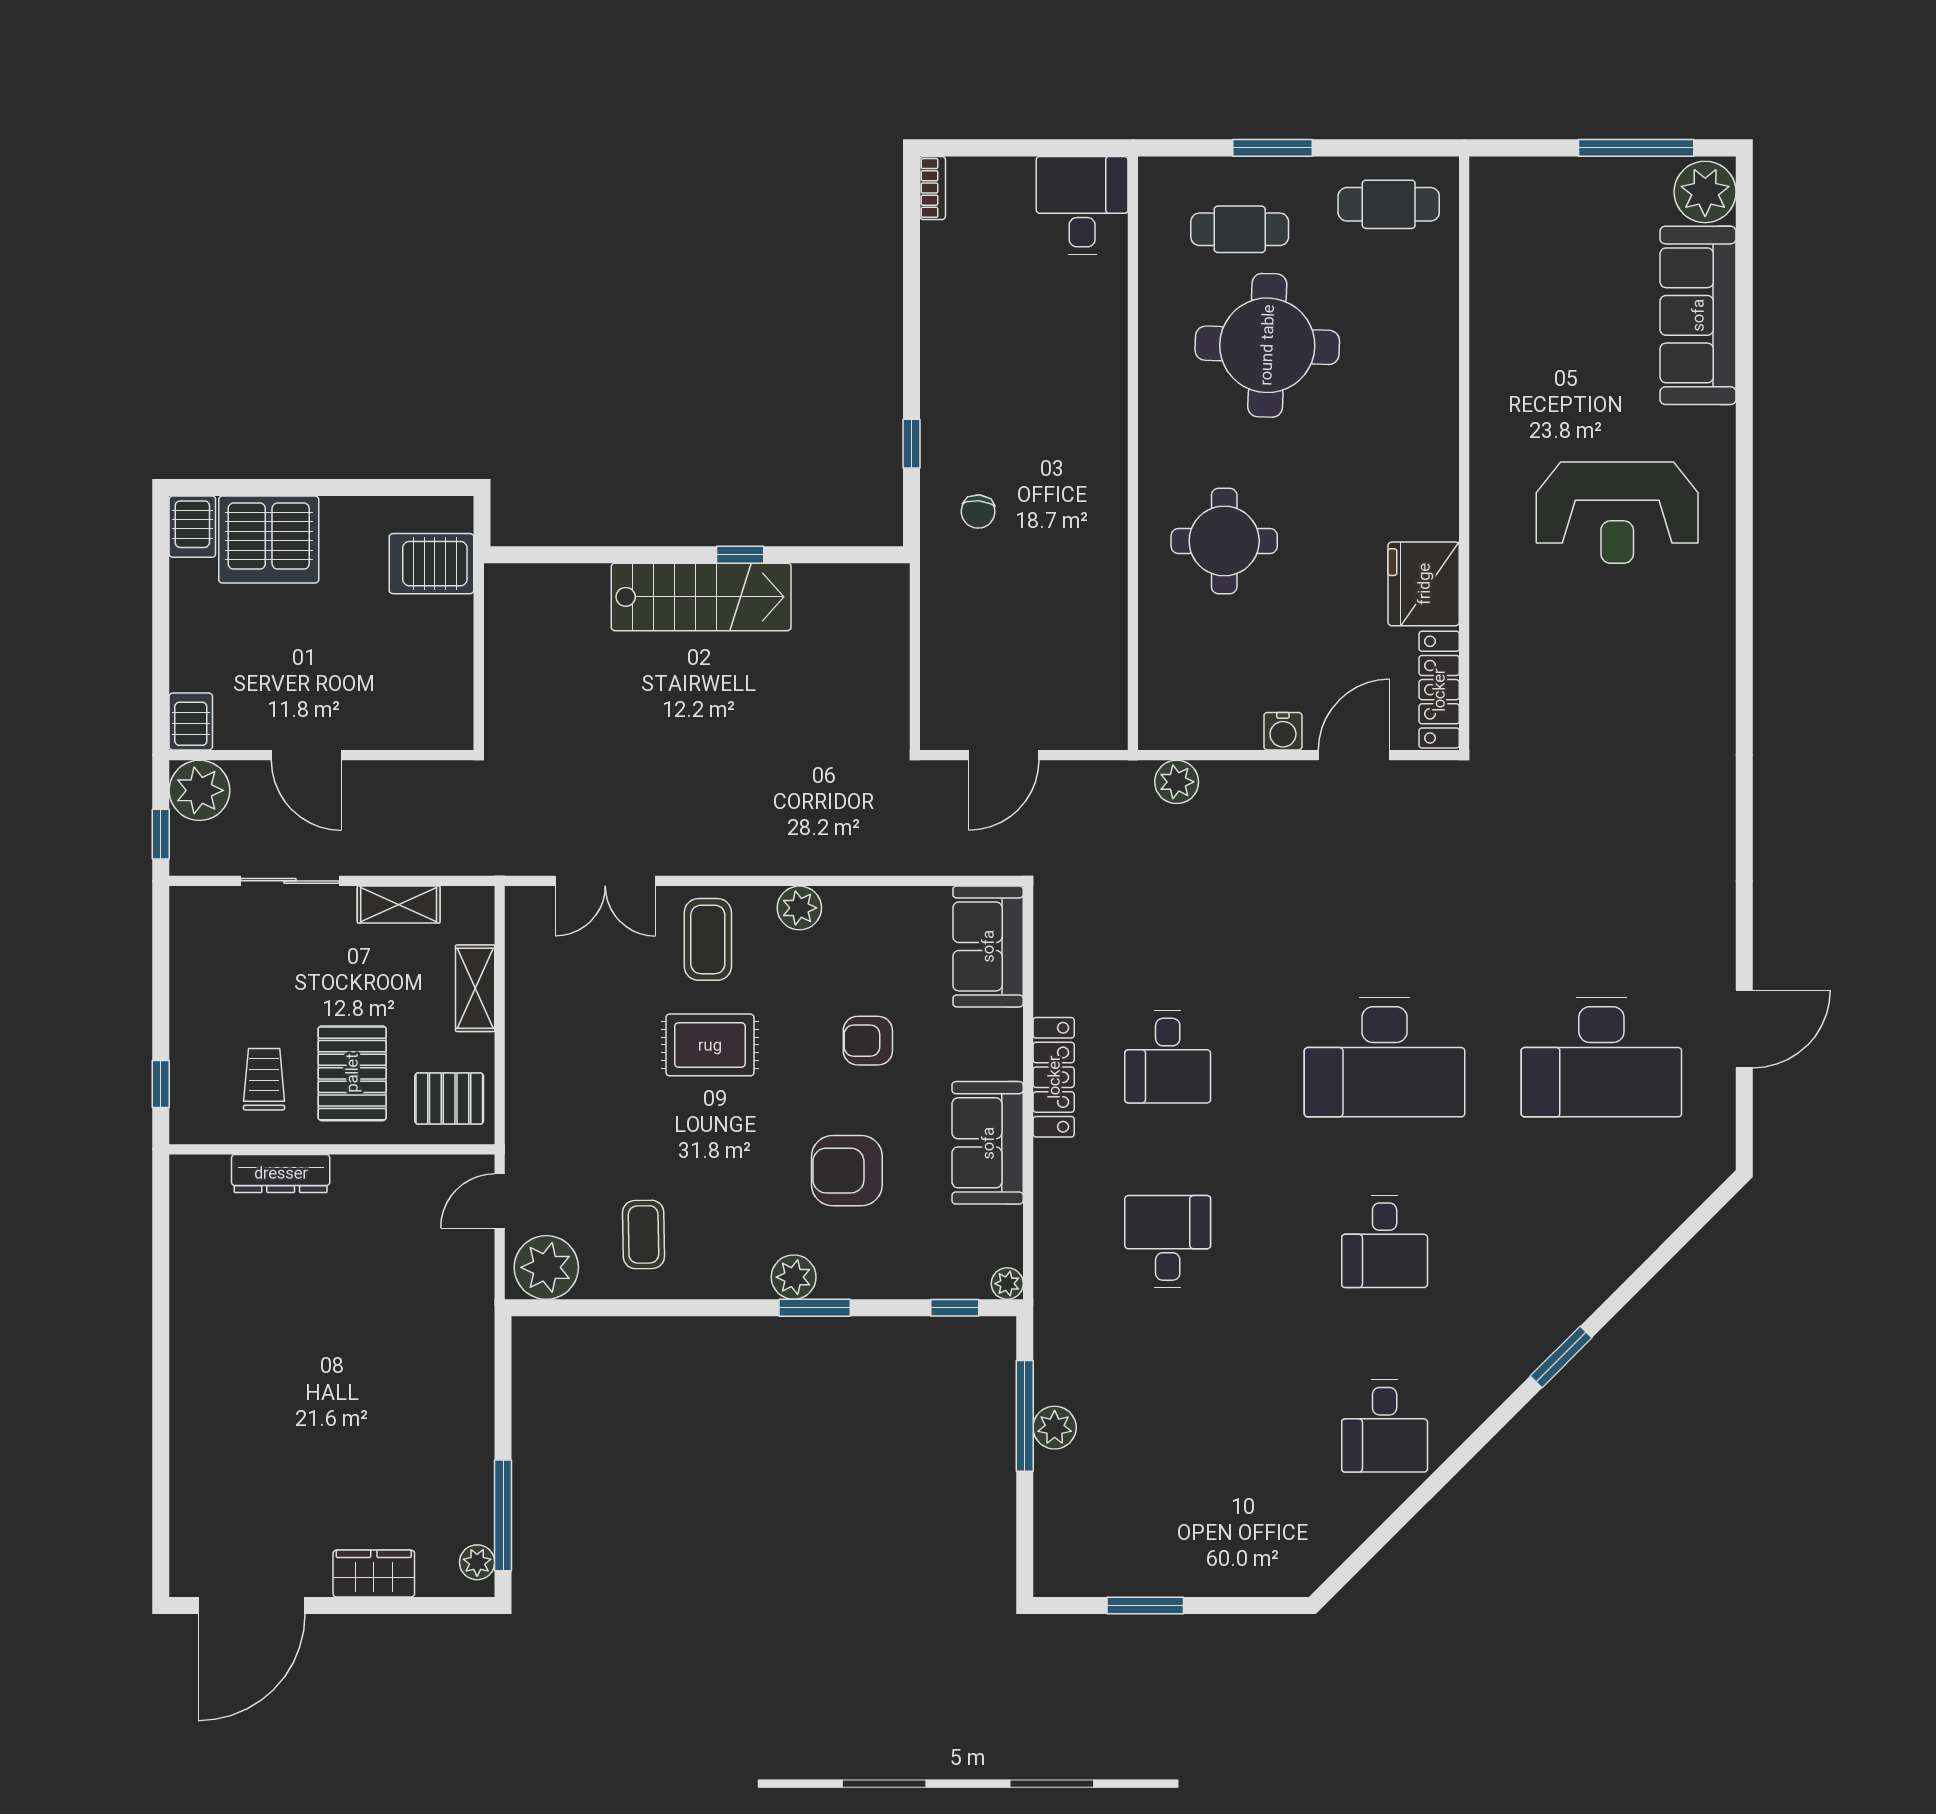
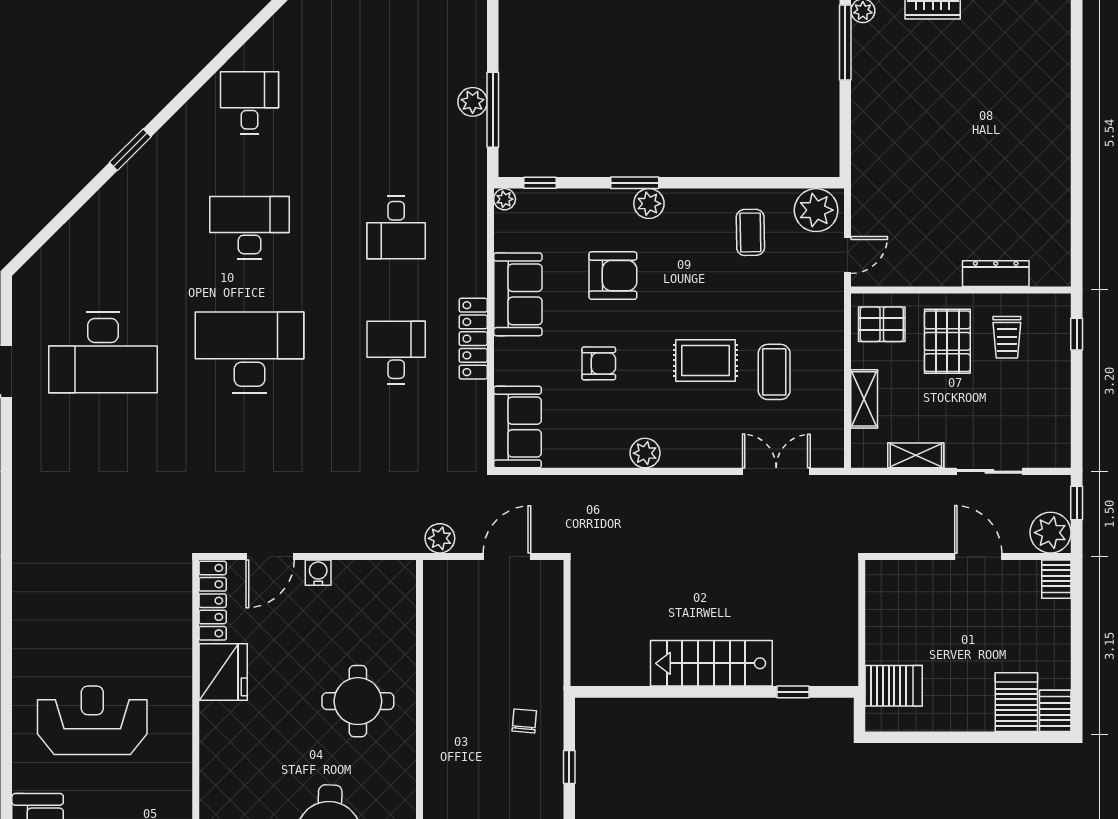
server rack: (269, 540) -> (1016, 702), width x0.62
window: (740, 555) -> (793, 692), moved
plant: (1177, 782) -> (440, 538), moved
coffee table: (708, 939) -> (774, 372), moved
desk: (1601, 1057) -> (103, 352), turned 180
desk: (1385, 1242) -> (250, 228), width x1.37

